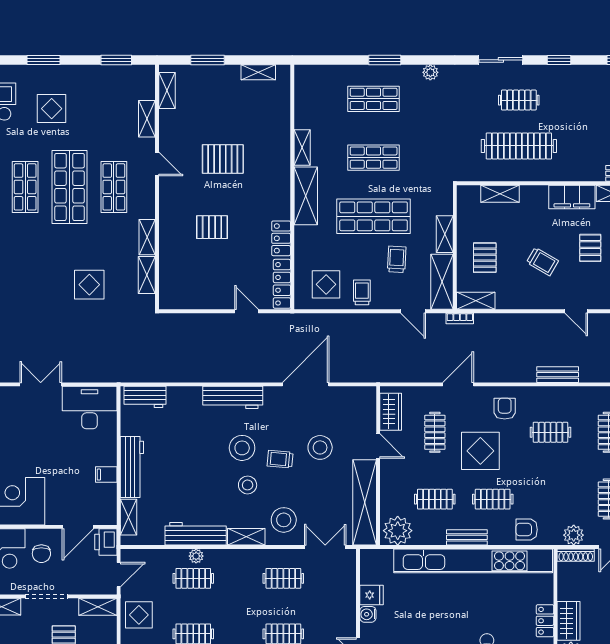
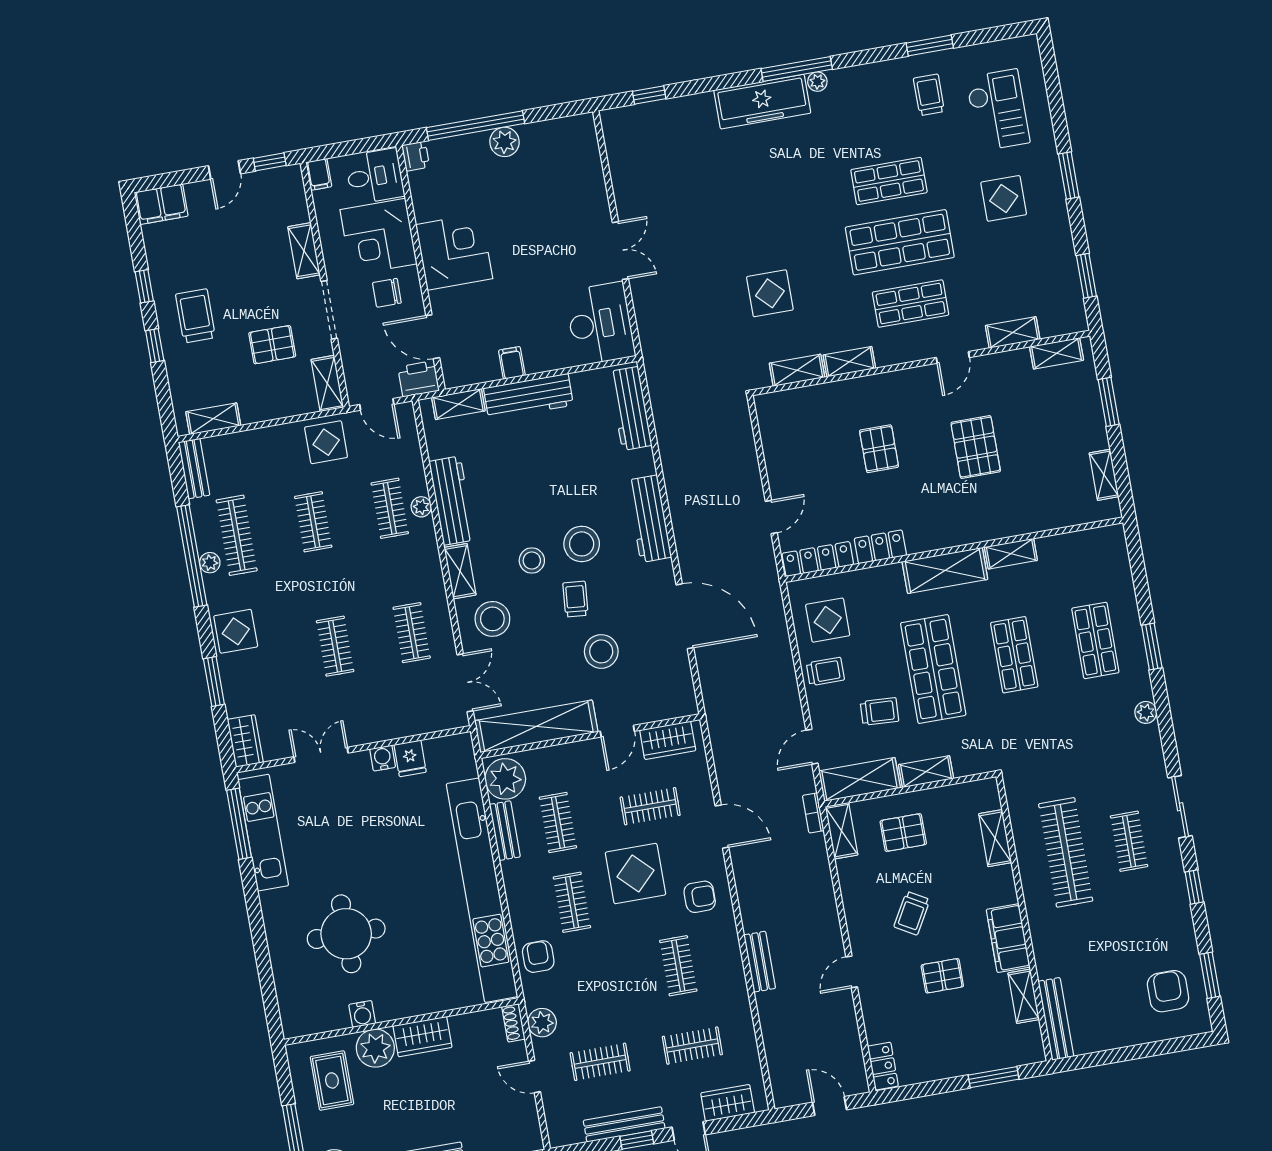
workbench: (145, 397) -> (630, 408), width x1.38
bench: (467, 537) -> (505, 831), moved
shoe rack: (576, 555) -> (514, 1023), width x0.70
locker: (545, 621) -> (417, 1004), removed

